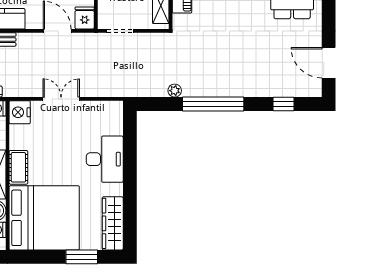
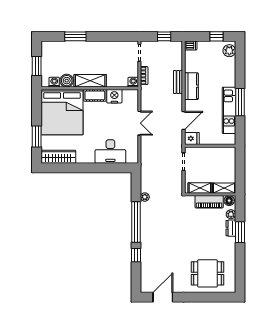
window: (284, 104) -> (136, 255), moved
nightstand: (20, 112) -> (114, 96), moved
desk: (105, 159) -> (110, 152), moved

